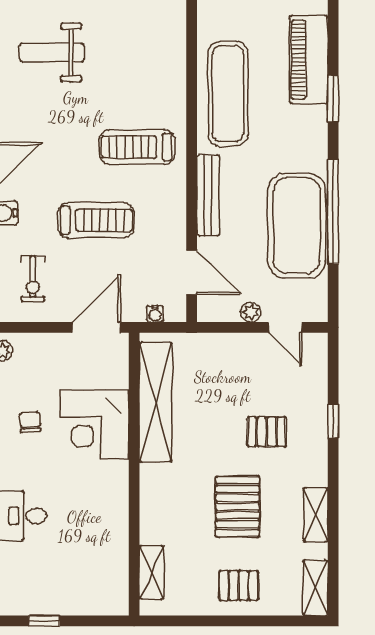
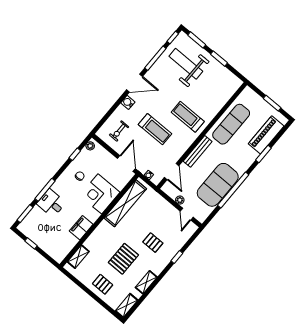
weight bench: (52, 53) -> (186, 64), width x1.36, depth x1.33
door: (96, 327) -> (126, 164), hinge flipped
filing cabinet: (112, 515) -> (81, 228), added

